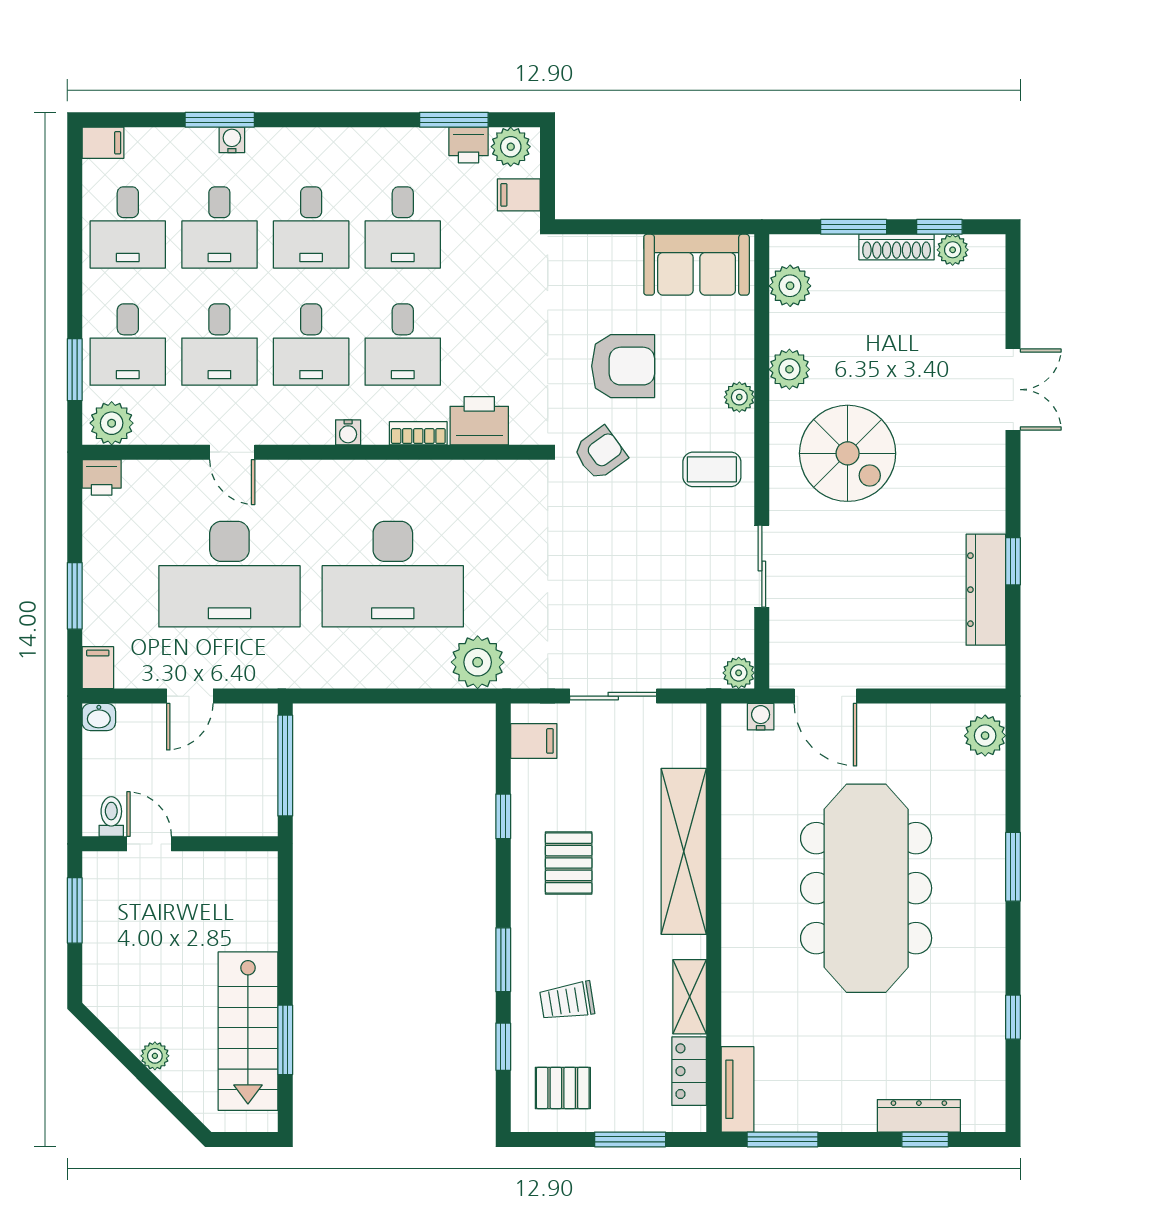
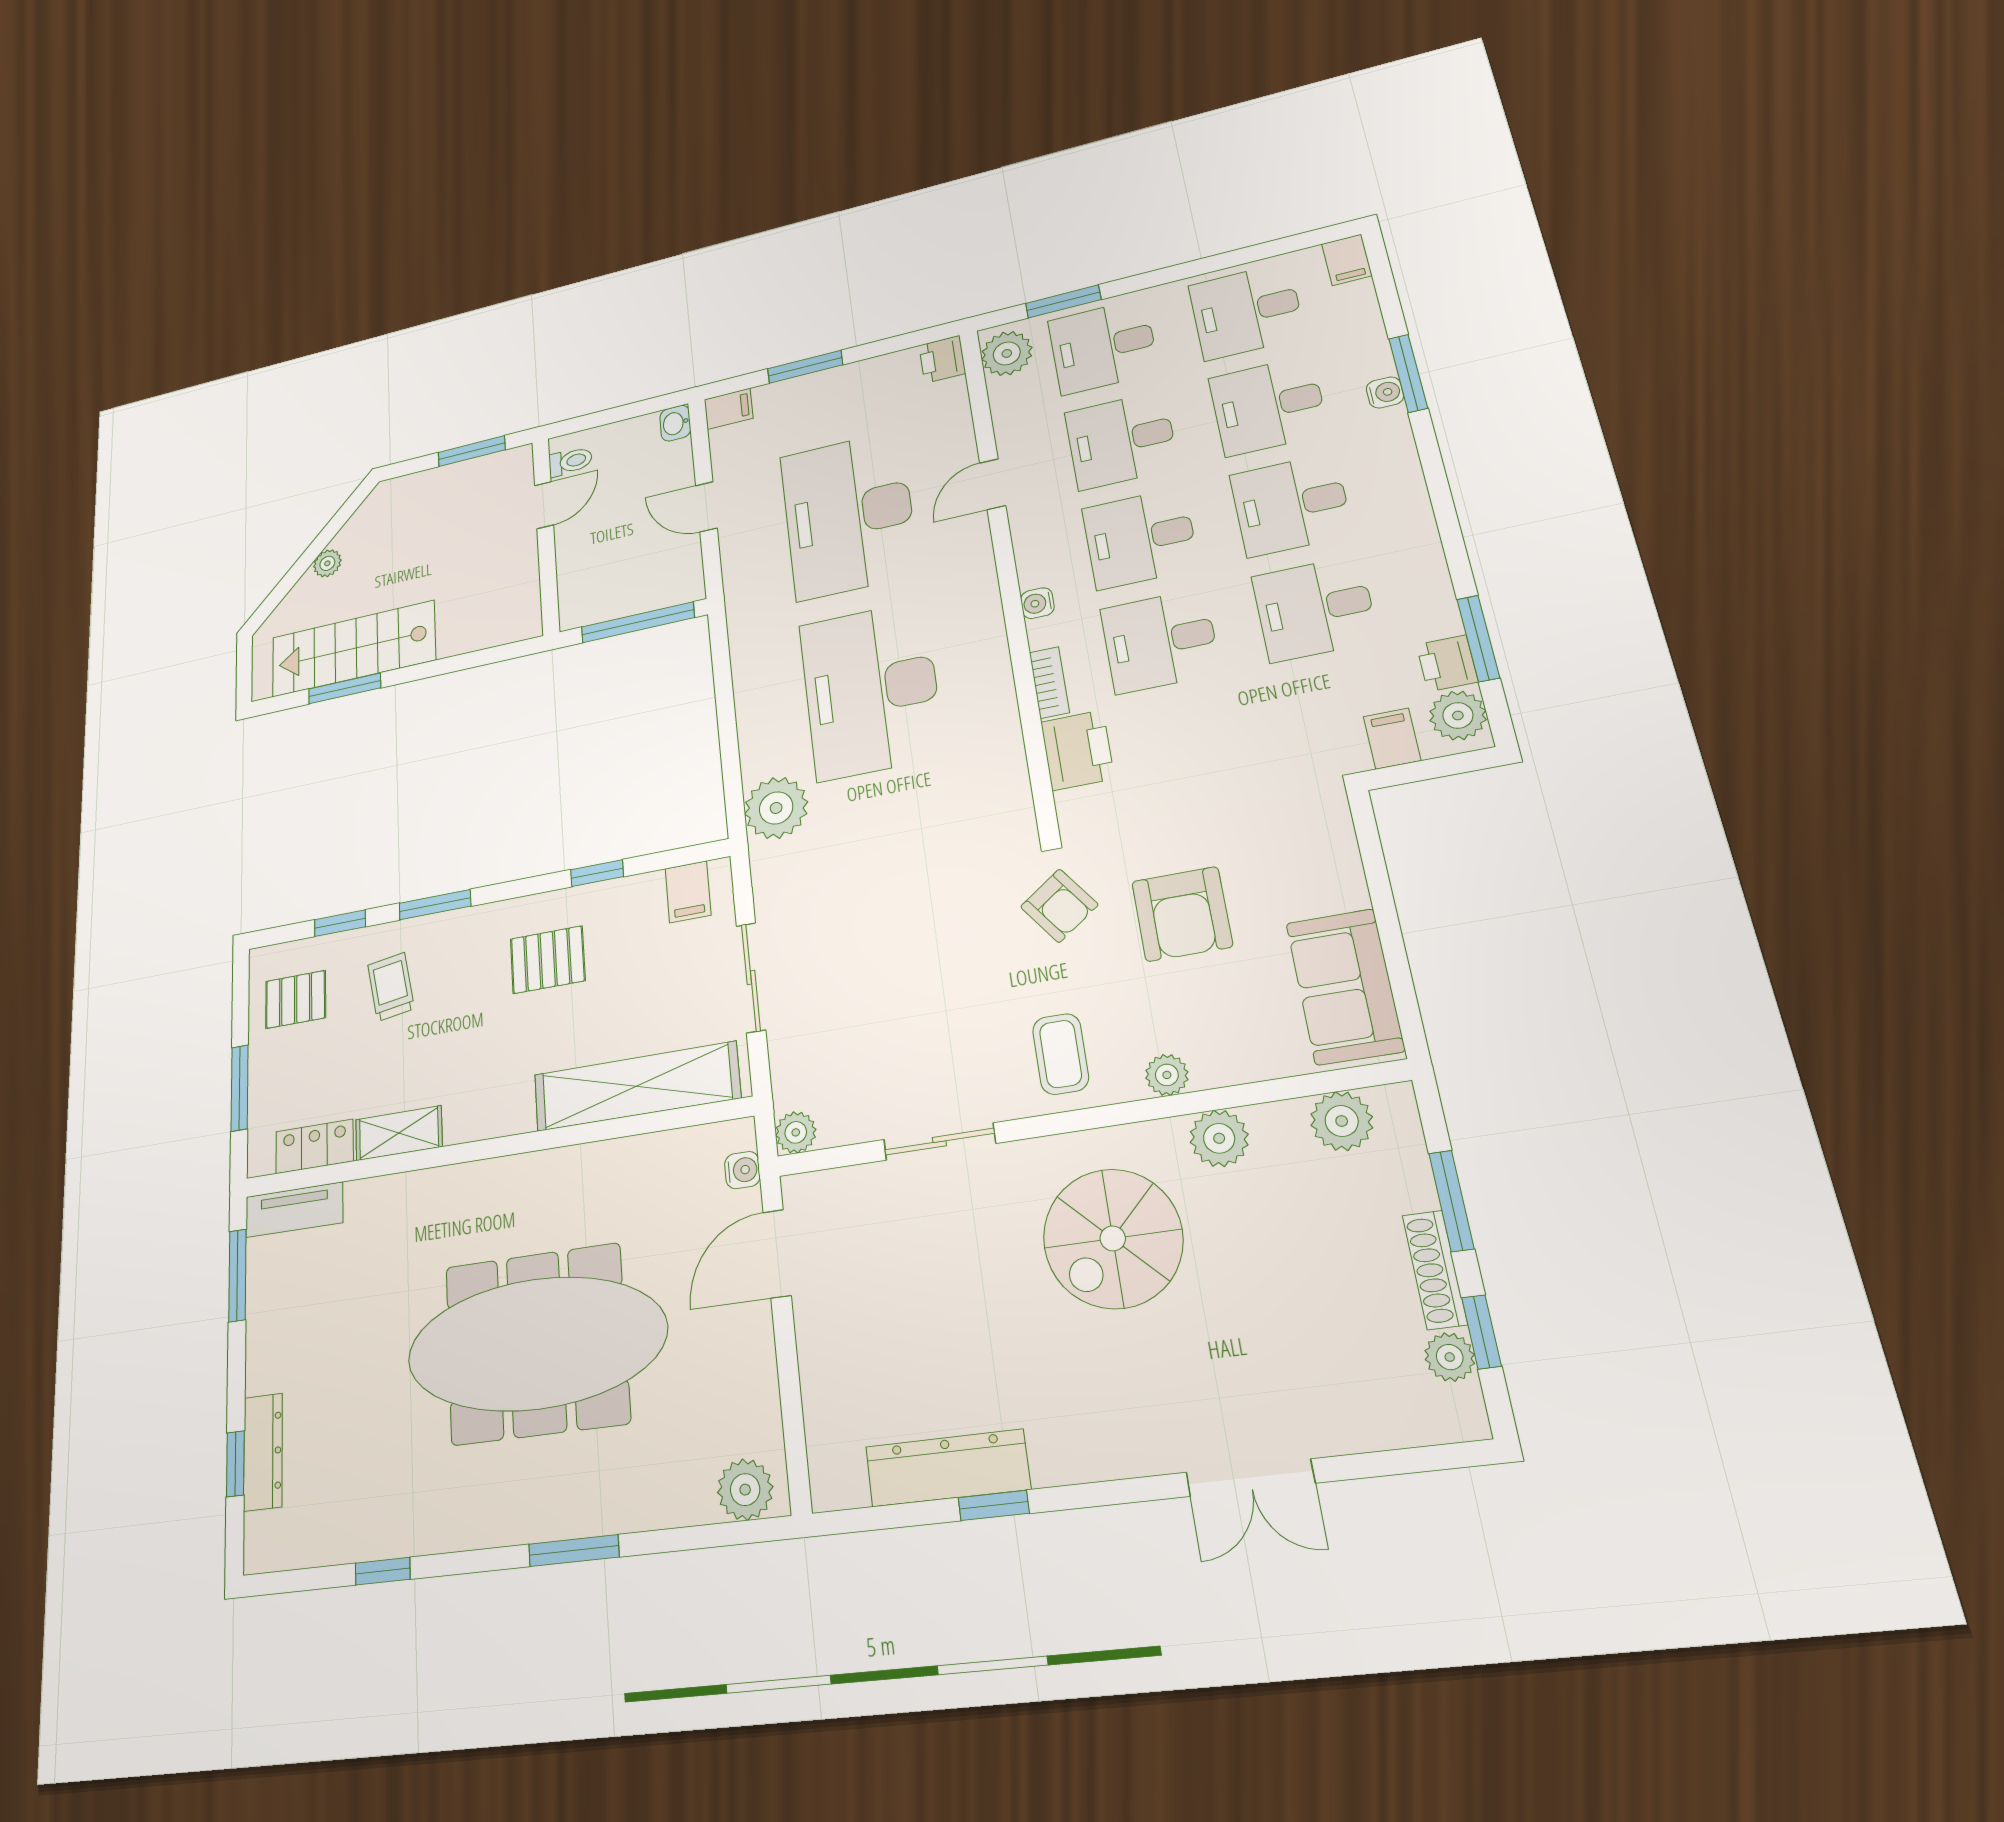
shelving: (684, 851) -> (636, 1086), moved
pallet: (563, 1088) -> (296, 999), turned 90

